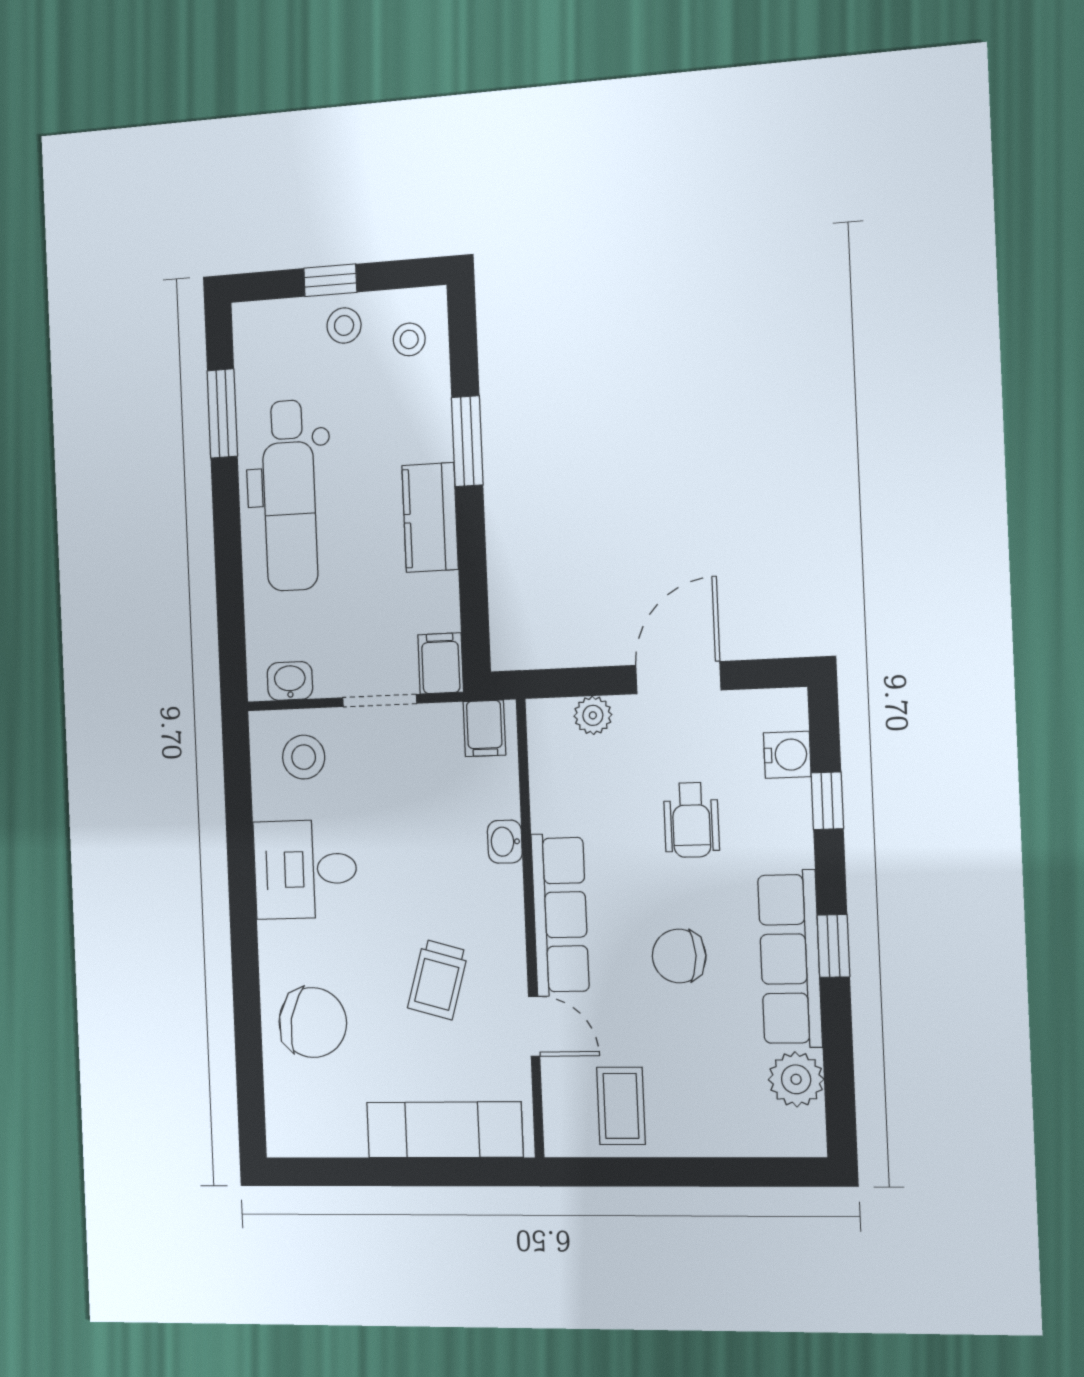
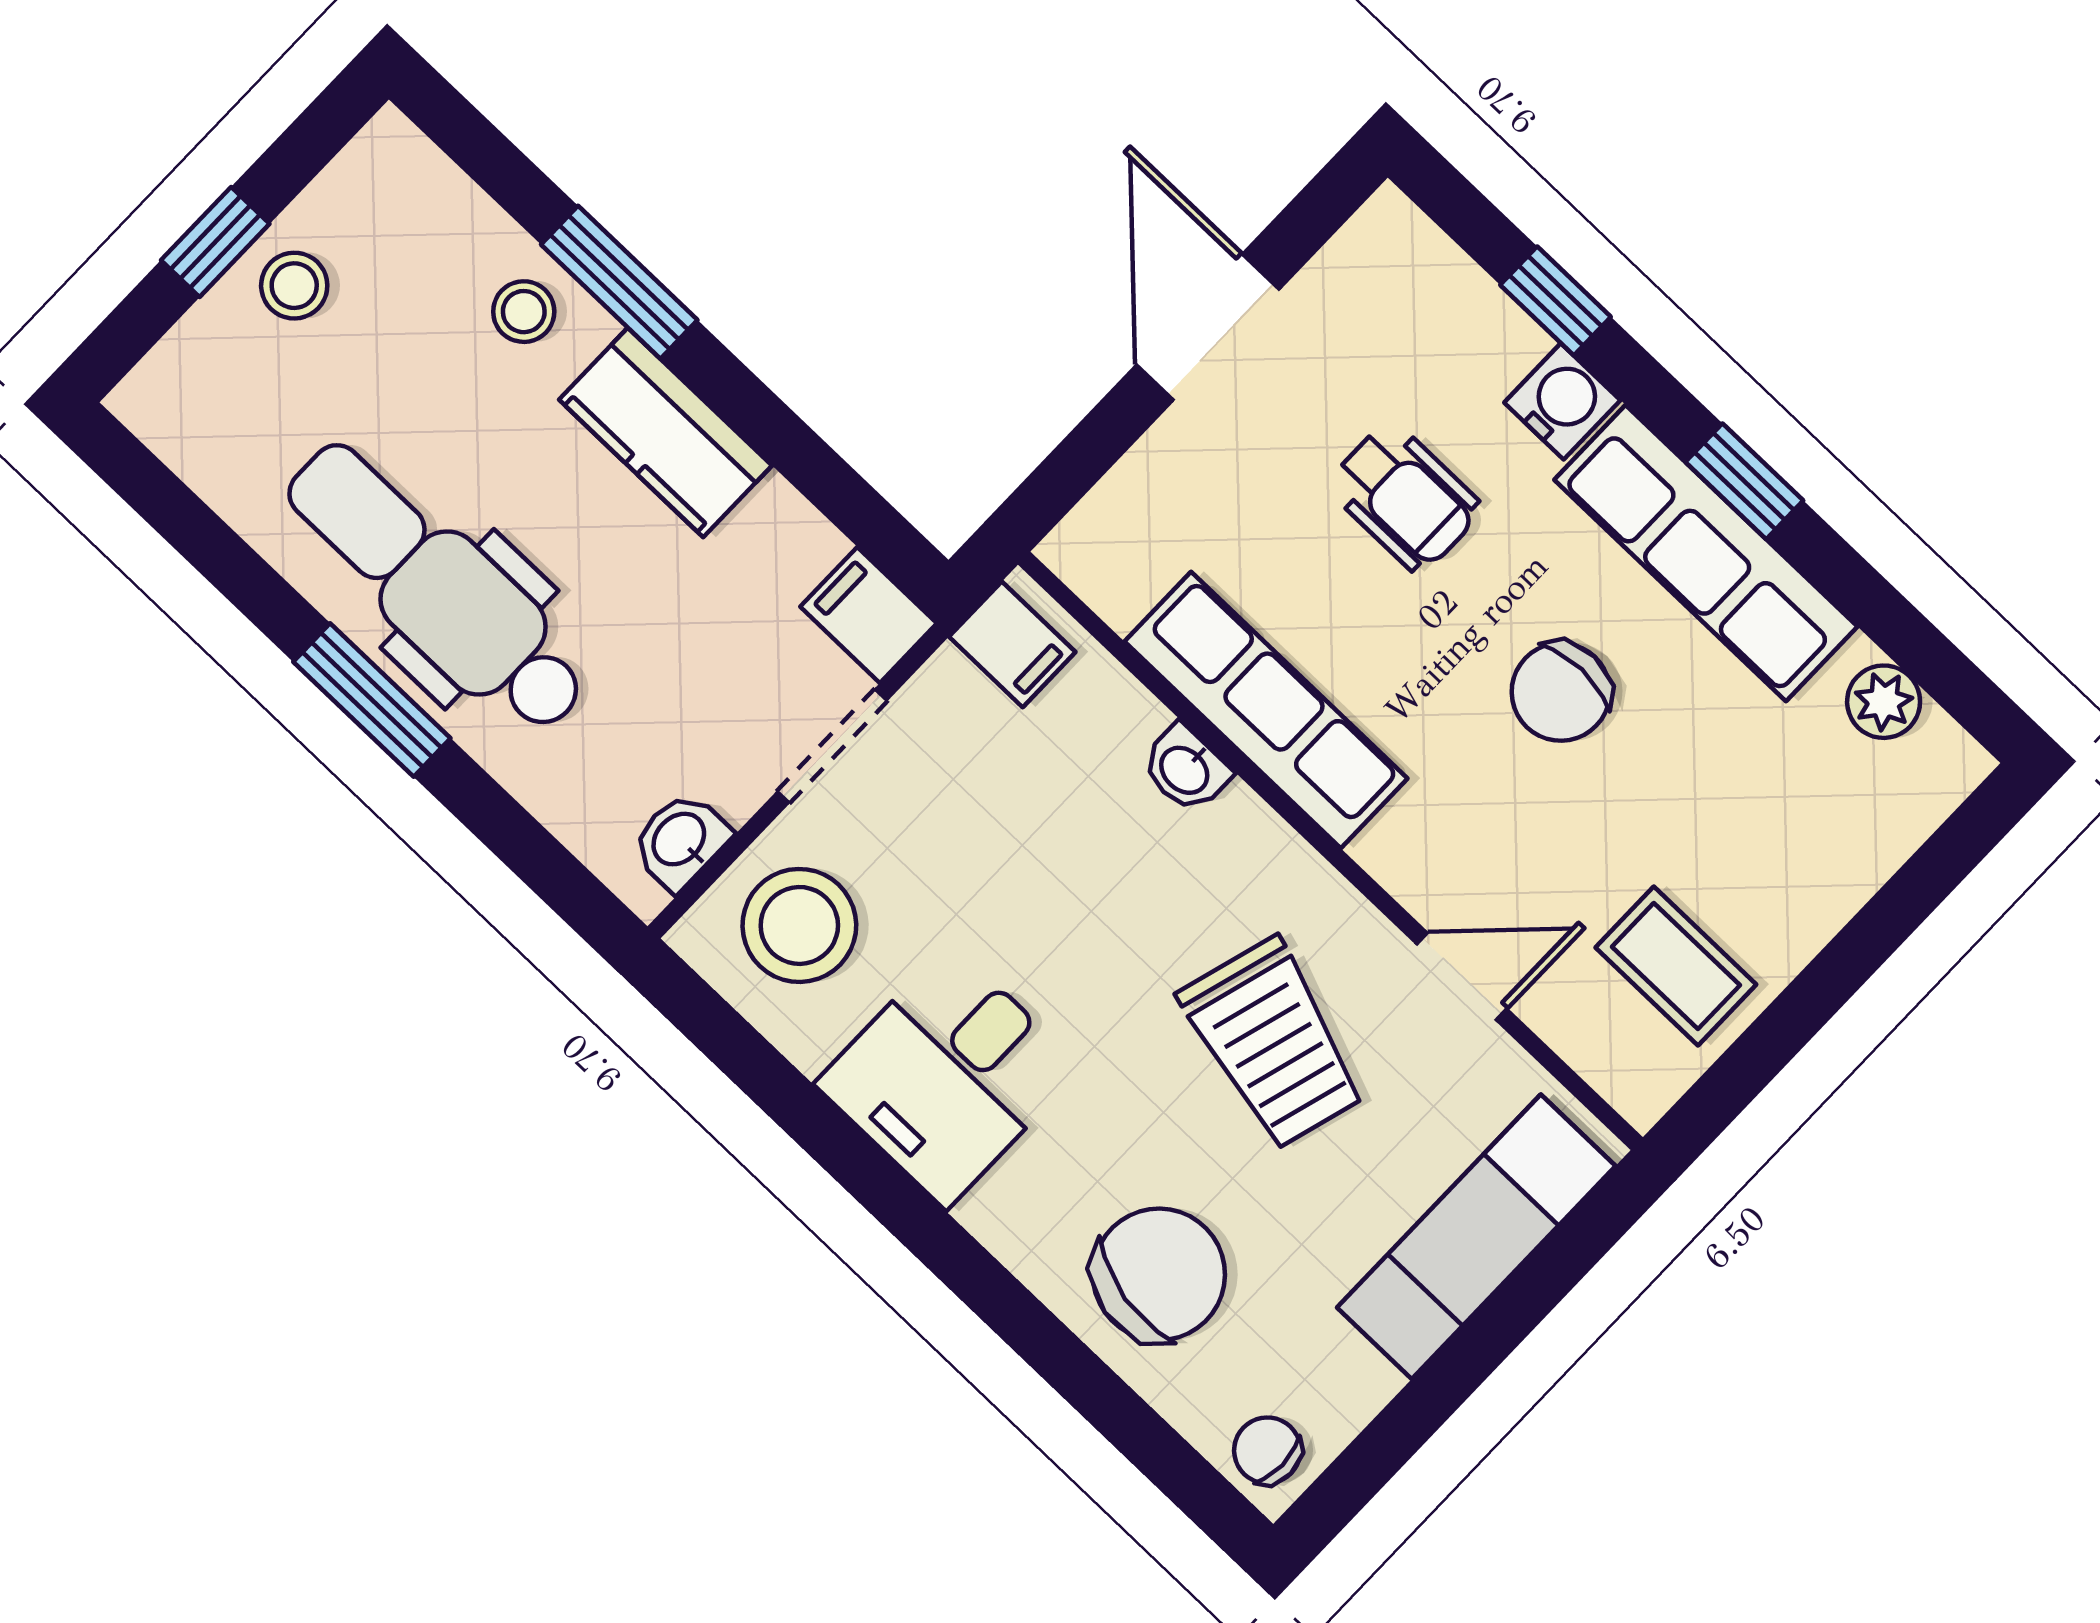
stool: (409, 339) -> (524, 312), moved
window: (222, 413) -> (372, 700), moved
dental chair: (290, 496) -> (437, 588), turned 180
plant: (593, 715) -> (1142, 486), removed
water cooler: (787, 755) -> (1562, 401), moved
stool: (304, 757) -> (799, 925), width x1.38, depth x1.38
row of seats: (560, 915) -> (1266, 710), moved
trolley: (438, 980) -> (1273, 1044), width x1.36, depth x1.39
plant: (796, 1079) -> (1884, 702), width x0.73, depth x0.73
chair: (290, 1128) -> (1267, 1450), added

